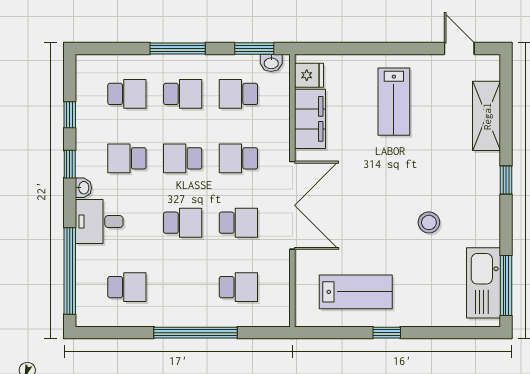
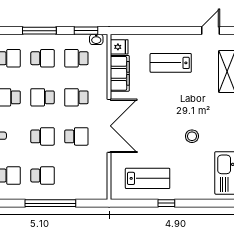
door: (459, 48) -> (210, 31), hinge flipped
lab bench: (394, 102) -> (171, 63), turned 90
school desk: (238, 287) -> (43, 176), moved

